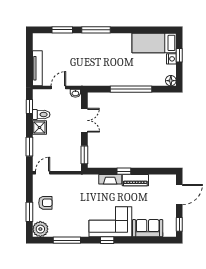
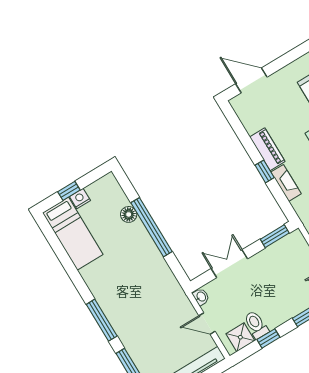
floor lamp: (171, 81) -> (129, 214), moved
window: (29, 106) -> (268, 338), moved
shower: (39, 128) -> (240, 337), moved
window: (179, 224) -> (290, 57), removed

